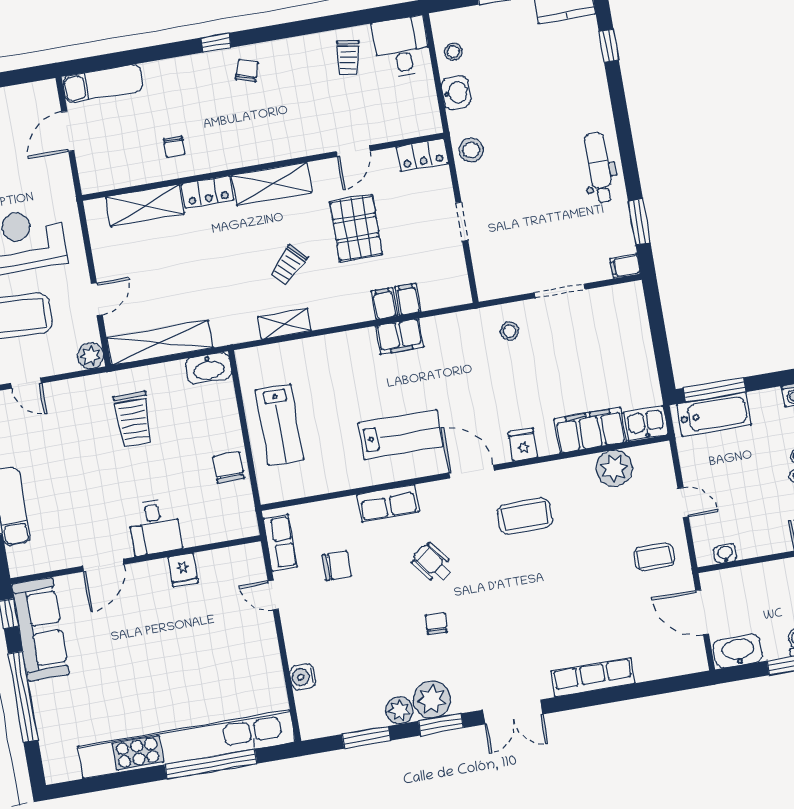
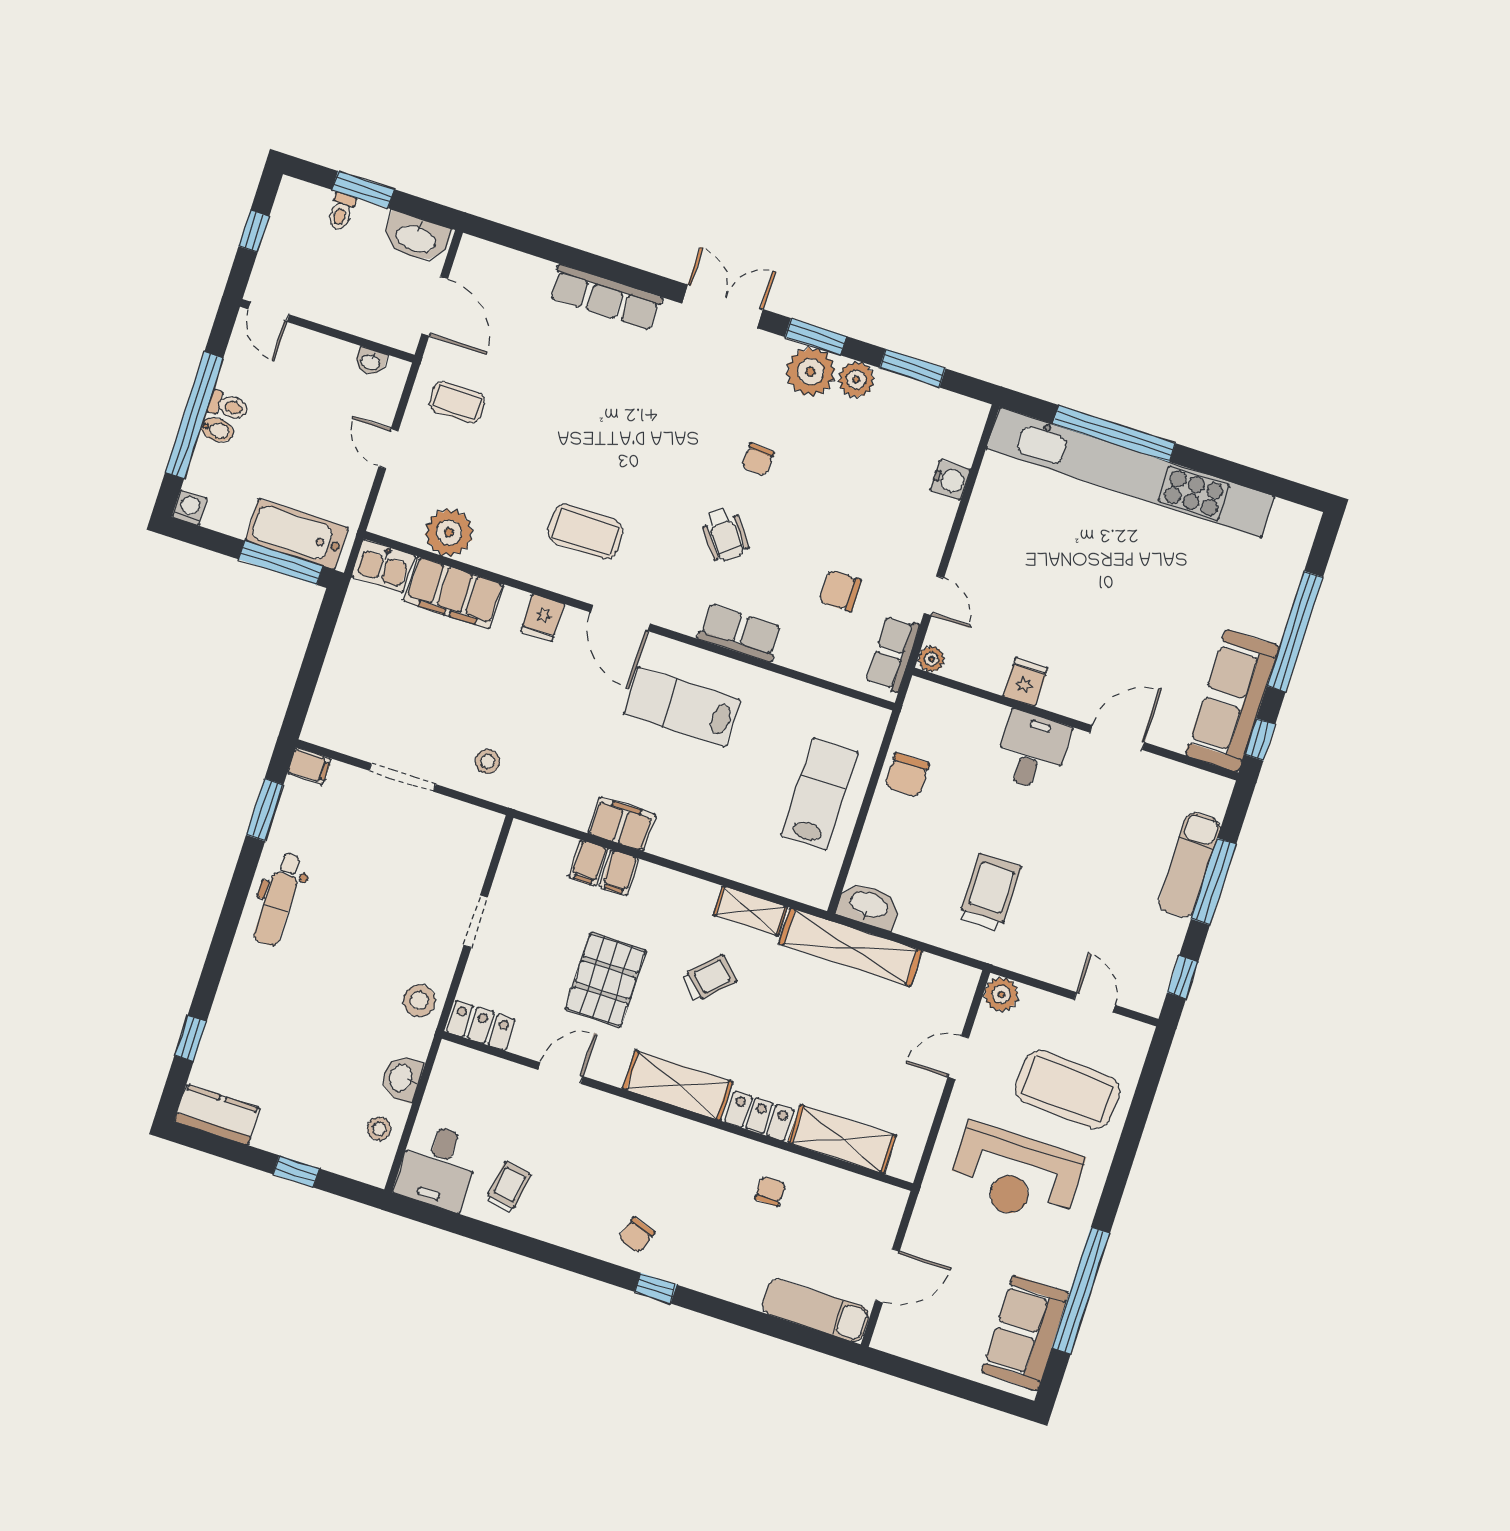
shelving: (160, 343) -> (850, 947), moved
plant: (253, 552) -> (931, 659), added

